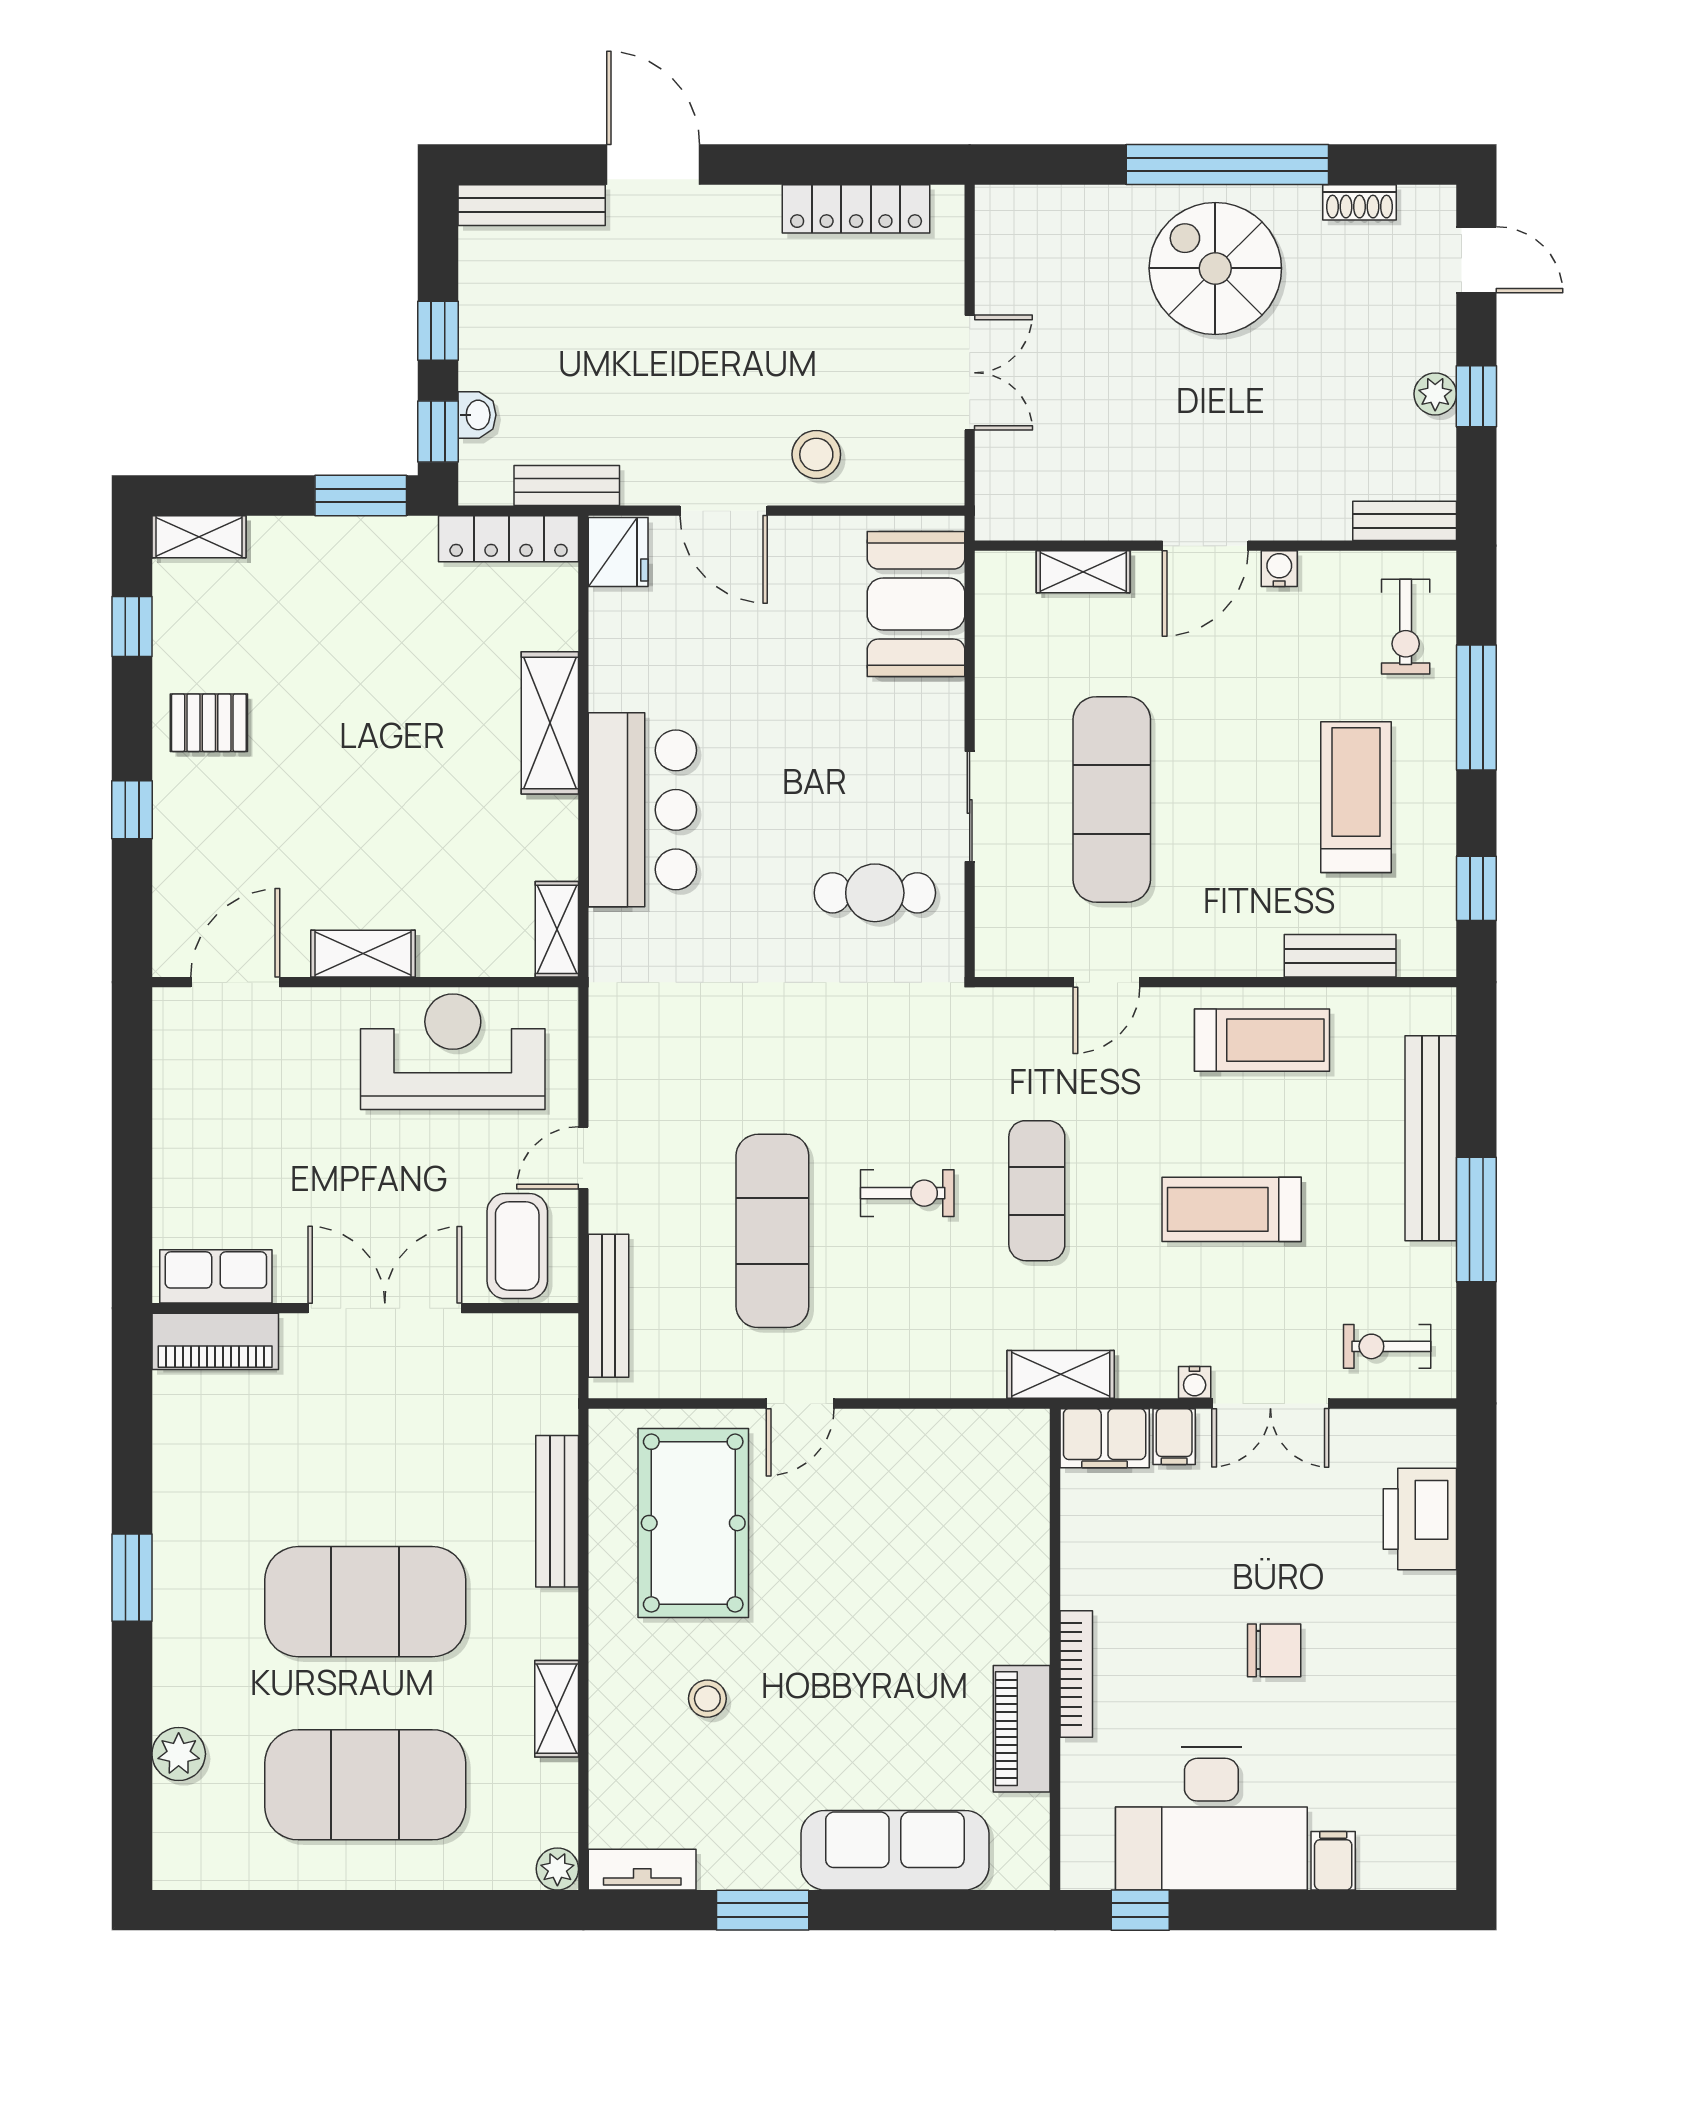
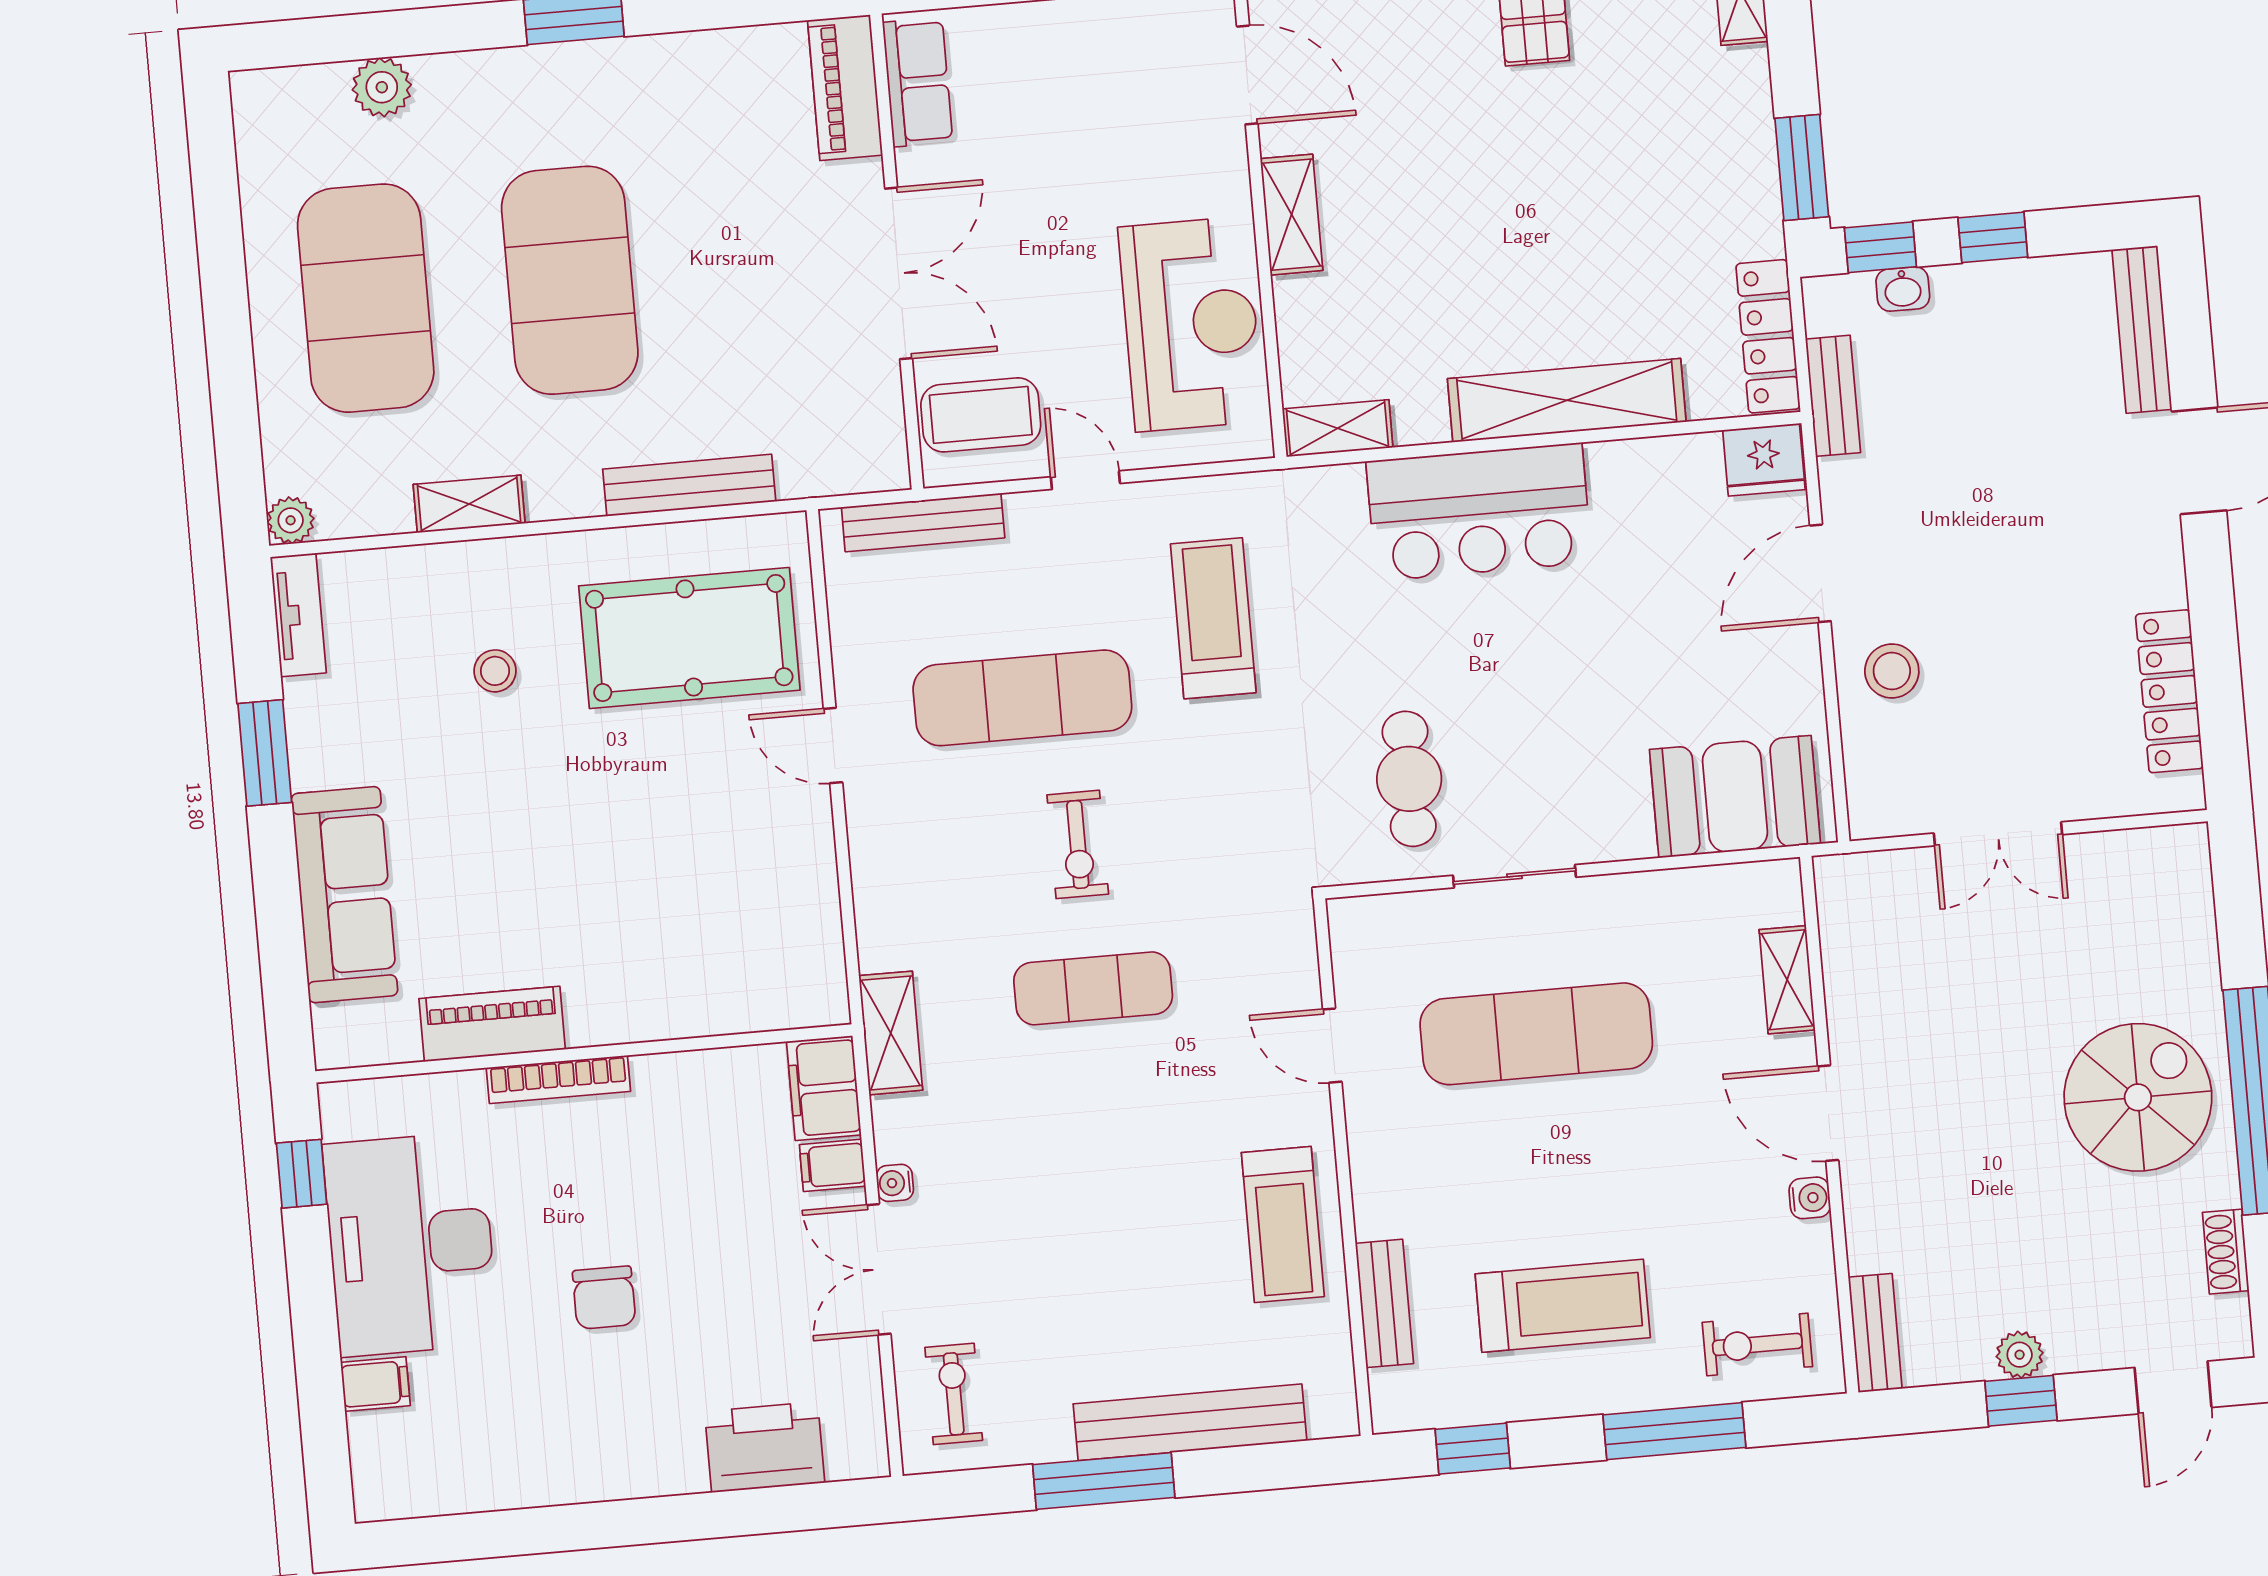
shelving: (550, 723) -> (1567, 400), width x1.47
treadmill: (1232, 1209) -> (1213, 618), moved

